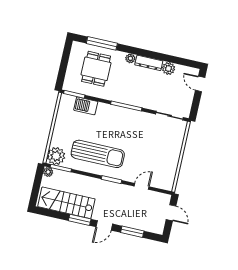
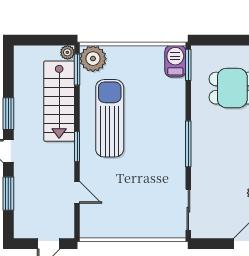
barbecue: (86, 106) -> (175, 61), moved
sun lounger: (98, 154) -> (110, 118), turned 180
stairs: (66, 203) -> (59, 101), moved, turned 180

